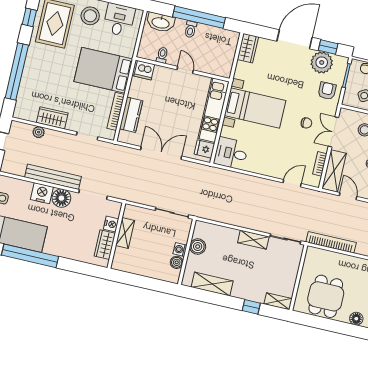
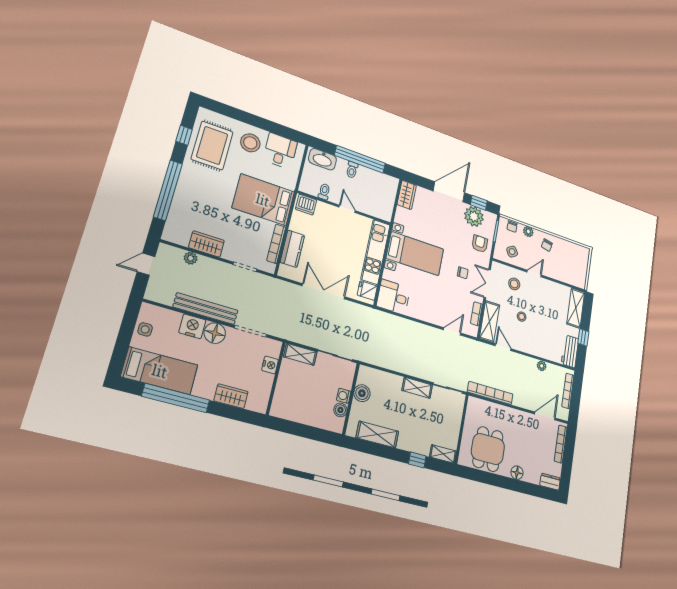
shelving: (125, 233) -> (300, 354), moved, turned 90
wardrobe: (105, 245) -> (231, 396), moved, turned 90

